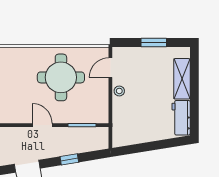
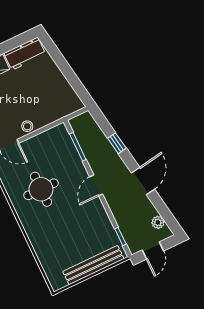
round table: (61, 77) -> (41, 189), width x0.73, depth x0.73

